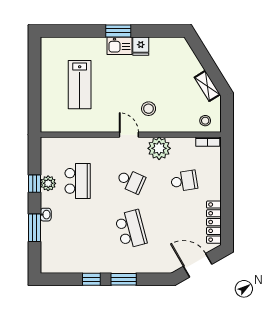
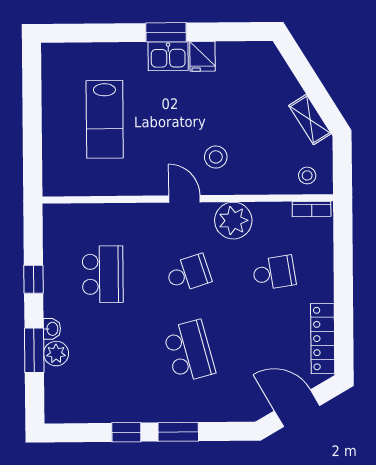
school desk: (131, 181) -> (188, 273), turned -42
plant: (48, 183) -> (56, 354), moved

